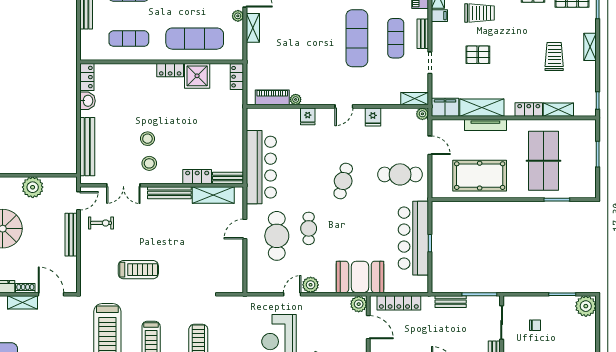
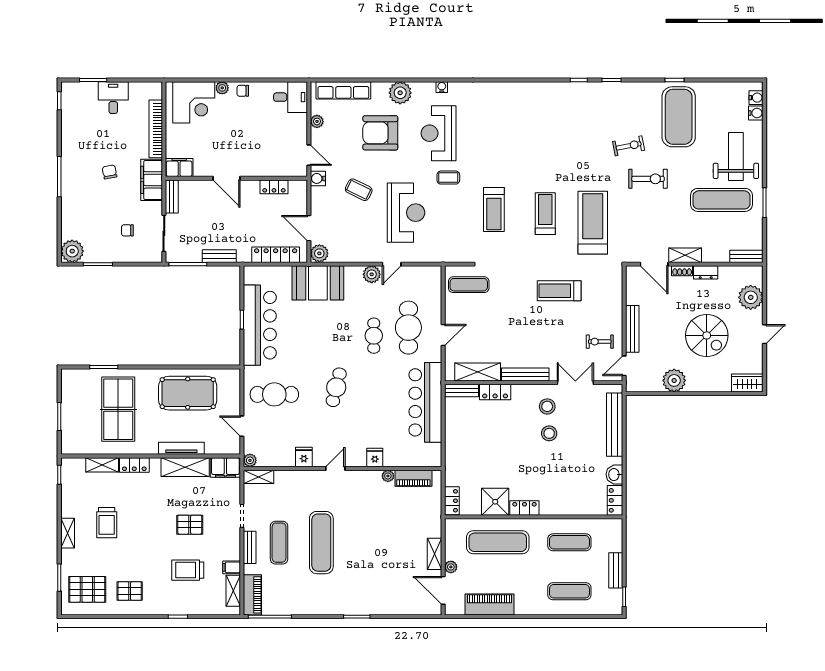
exercise mat: (221, 275) -> (469, 285), added

